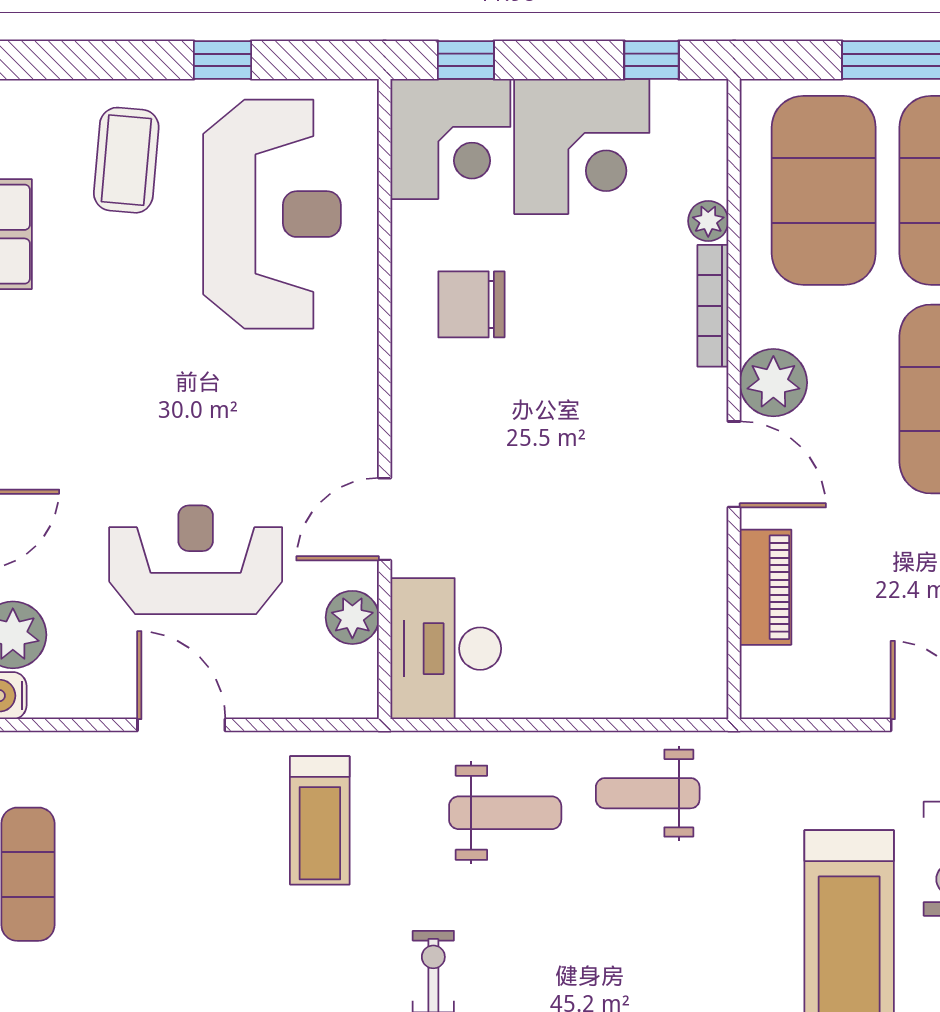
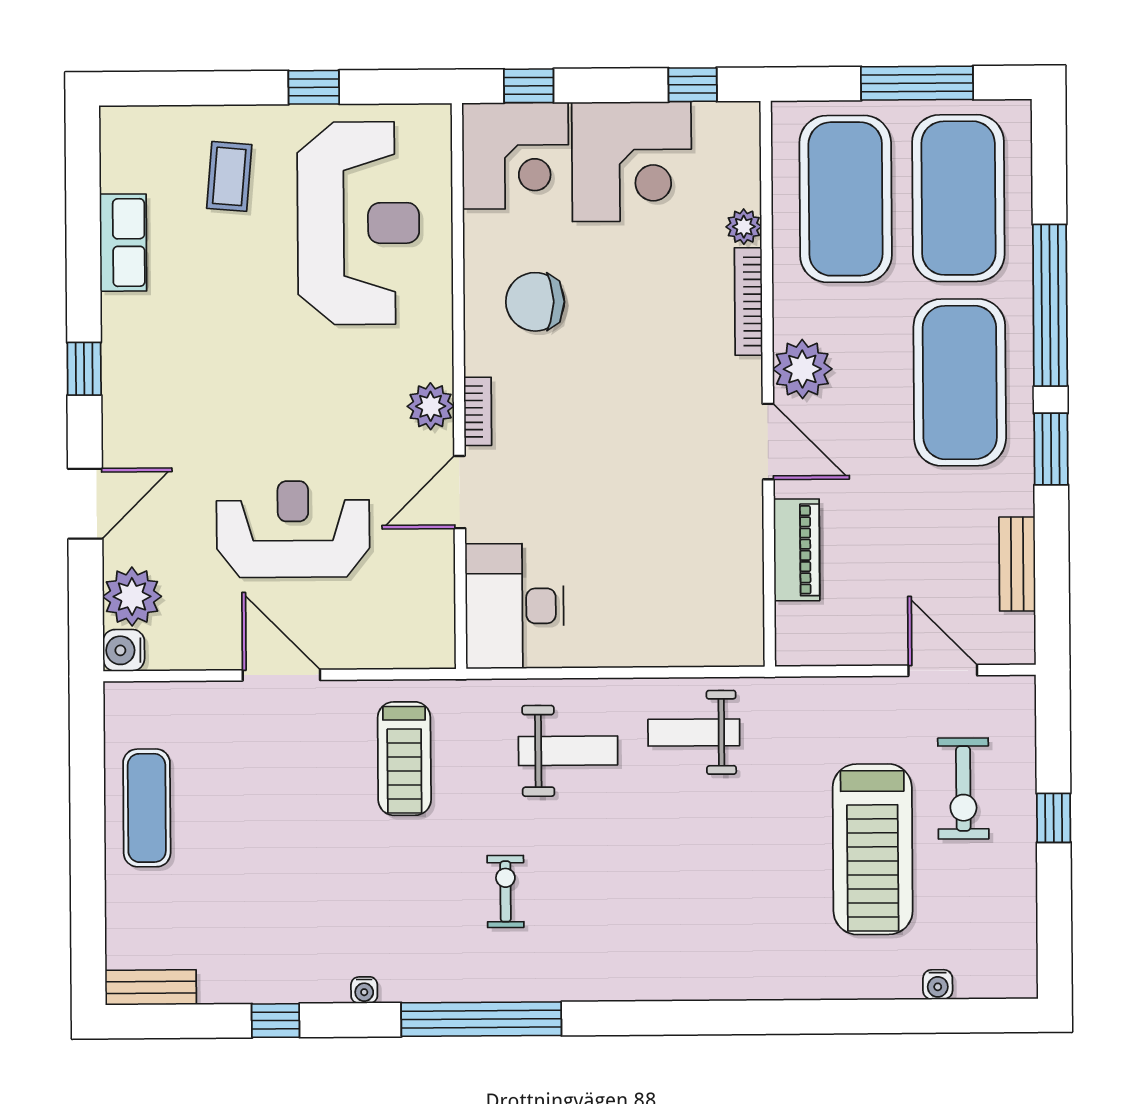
coffee table: (126, 160) -> (229, 176), width x0.73, depth x0.77
bookcase: (406, 428) -> (478, 411), added
plant: (352, 617) -> (431, 406), moved

